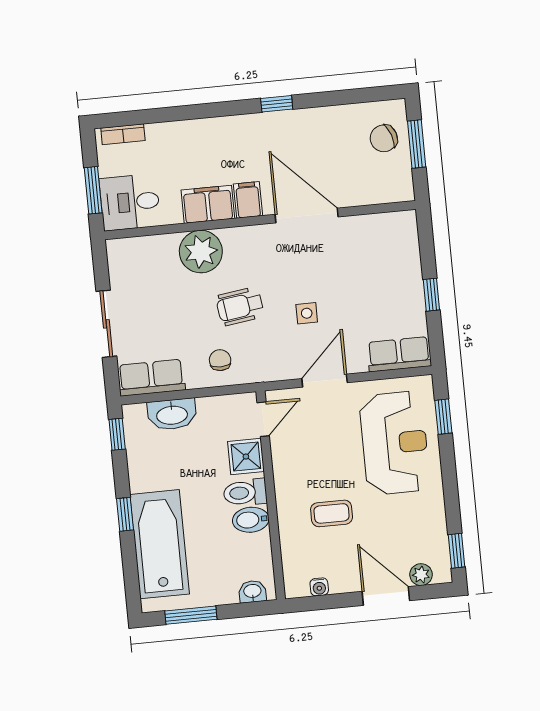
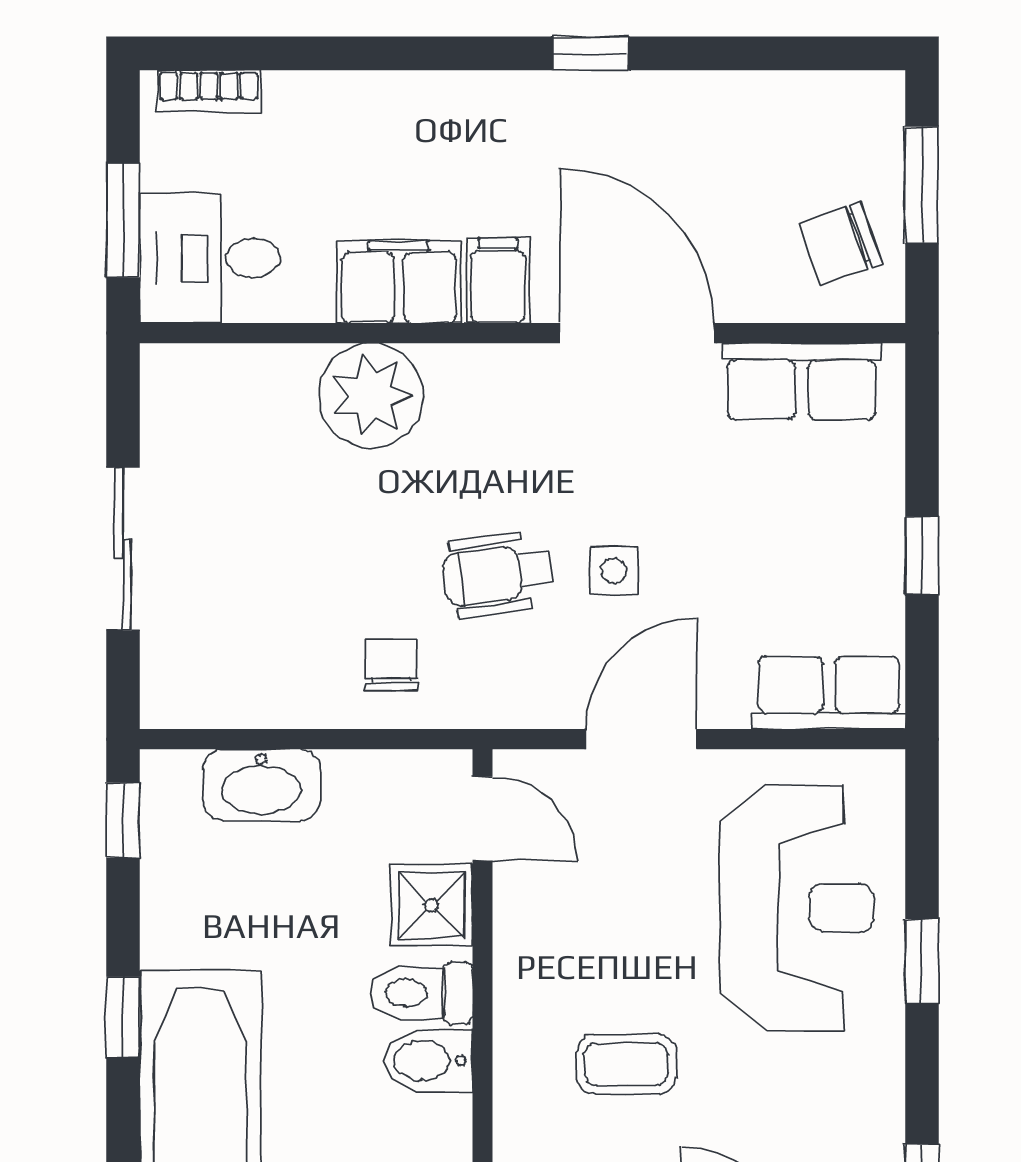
chair: (384, 138) -> (841, 244), moved
wheelchair: (240, 306) -> (498, 574), moved
row of seats: (151, 378) -> (802, 381), moved, turned 180
window: (443, 417) -> (922, 961), moved
door: (263, 419) -> (483, 819), hinge flipped

